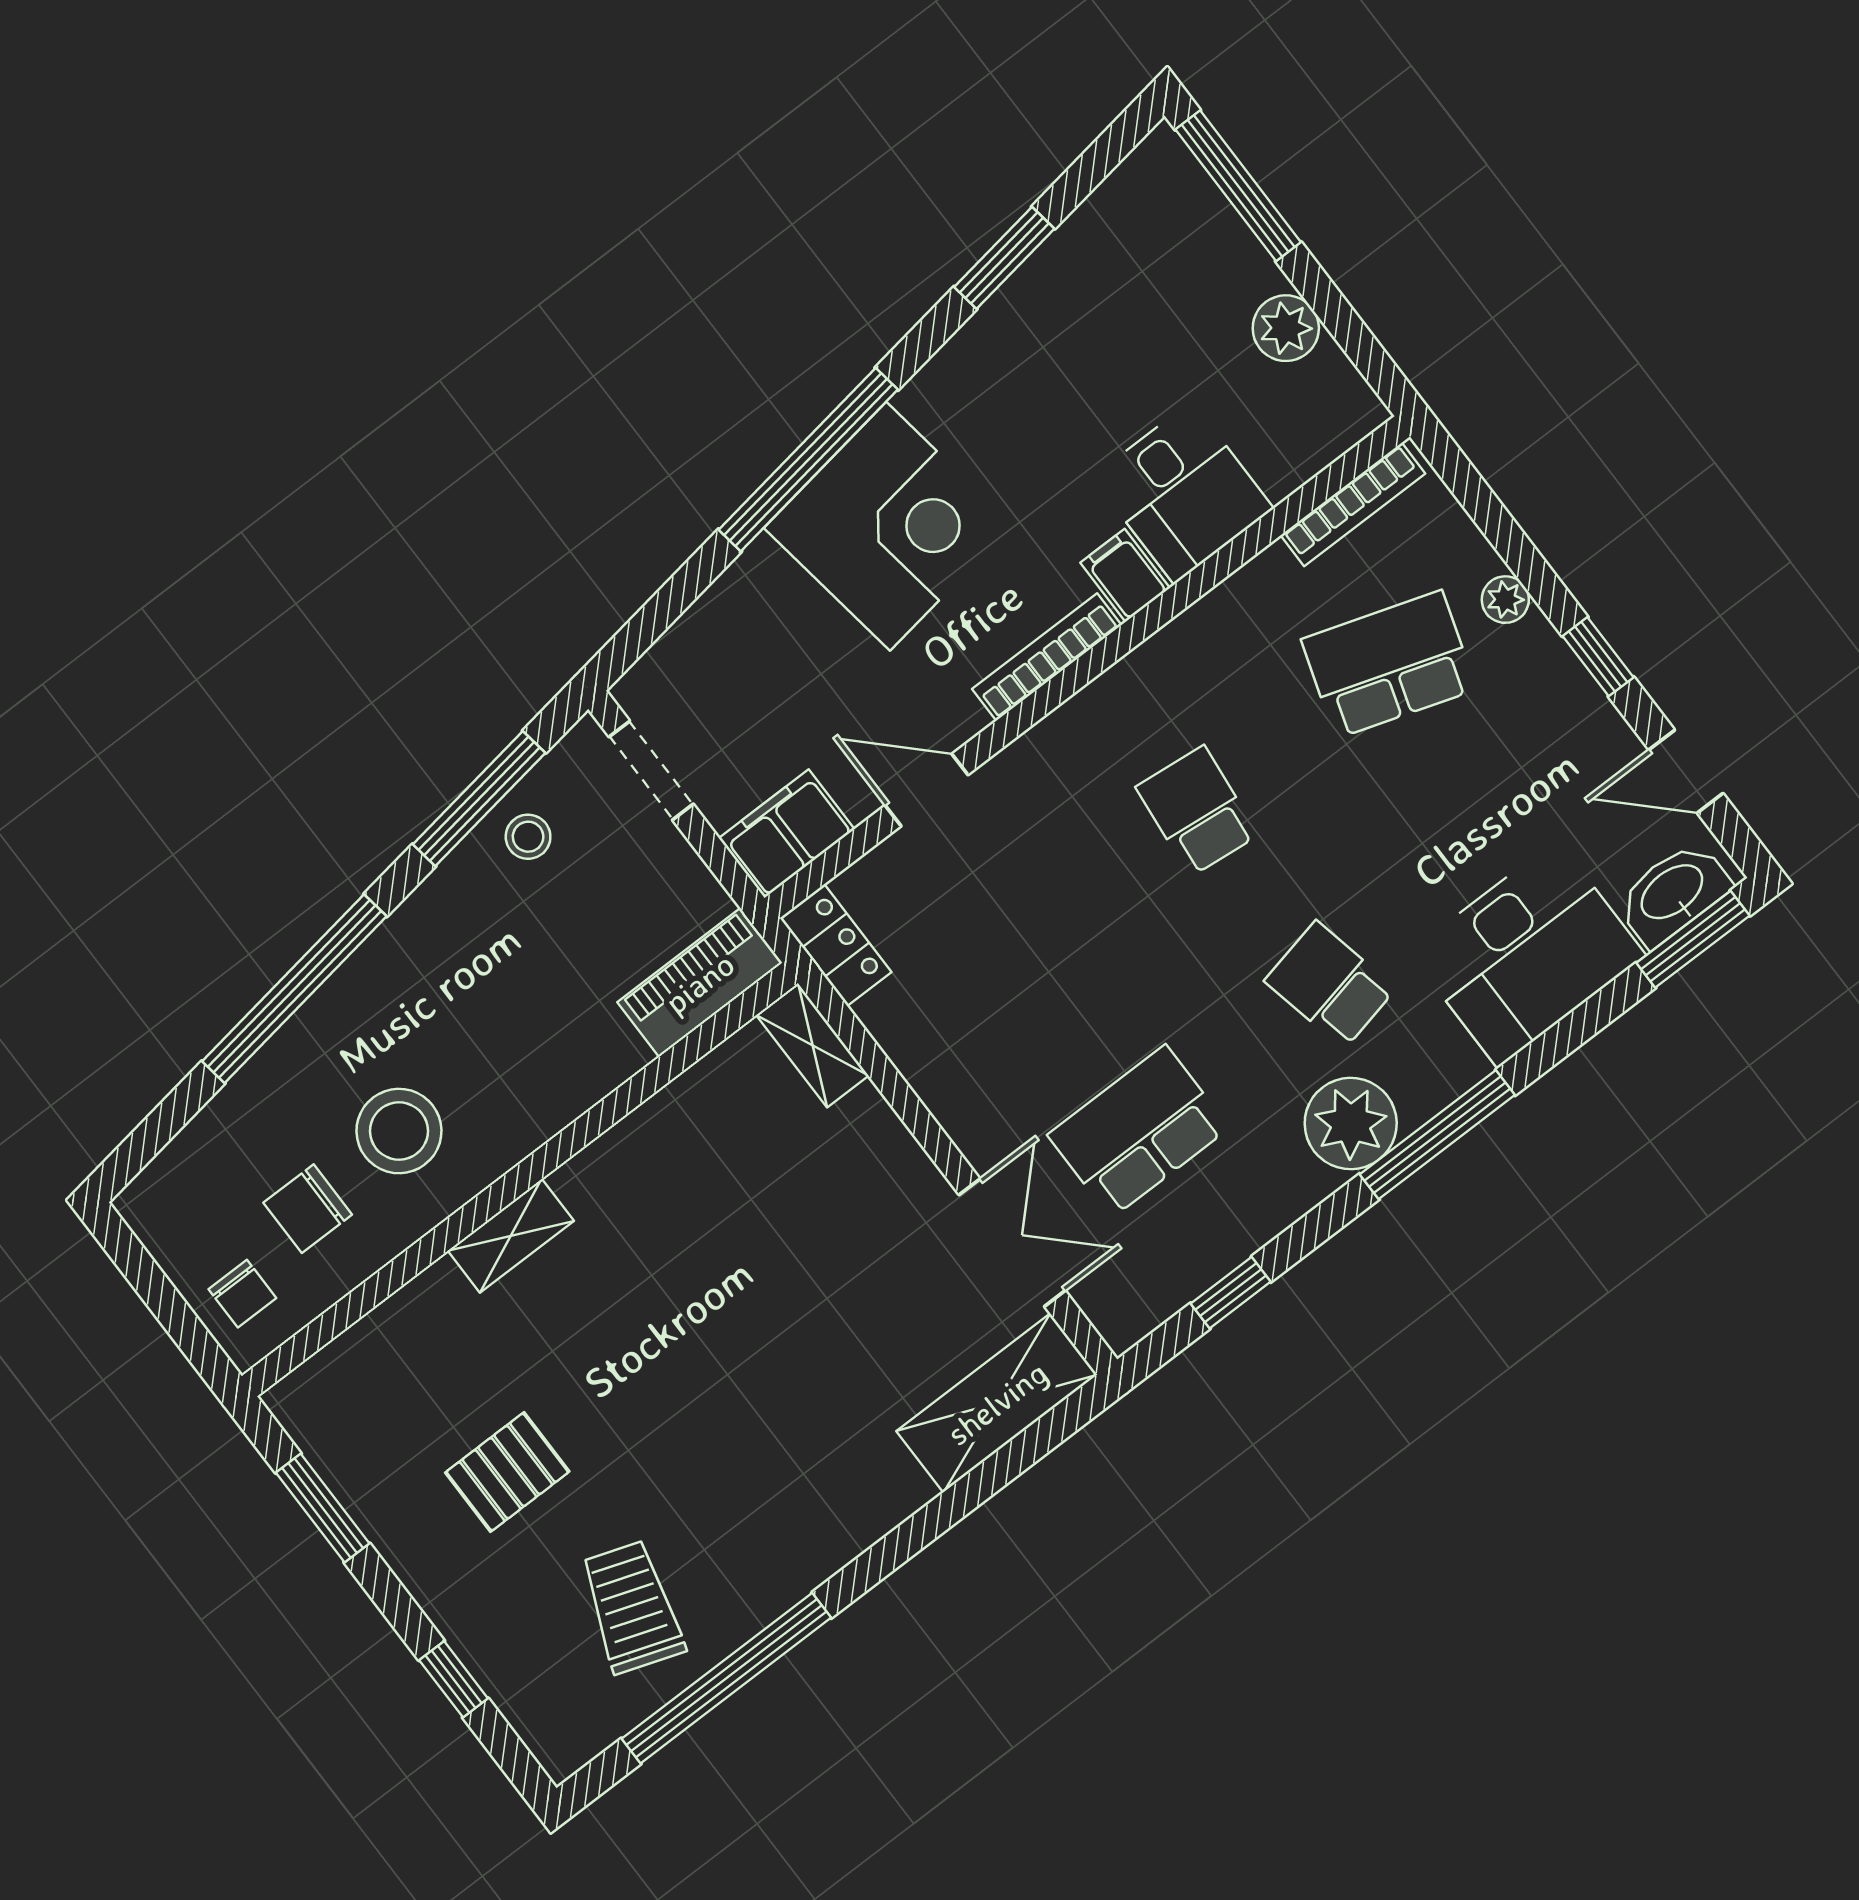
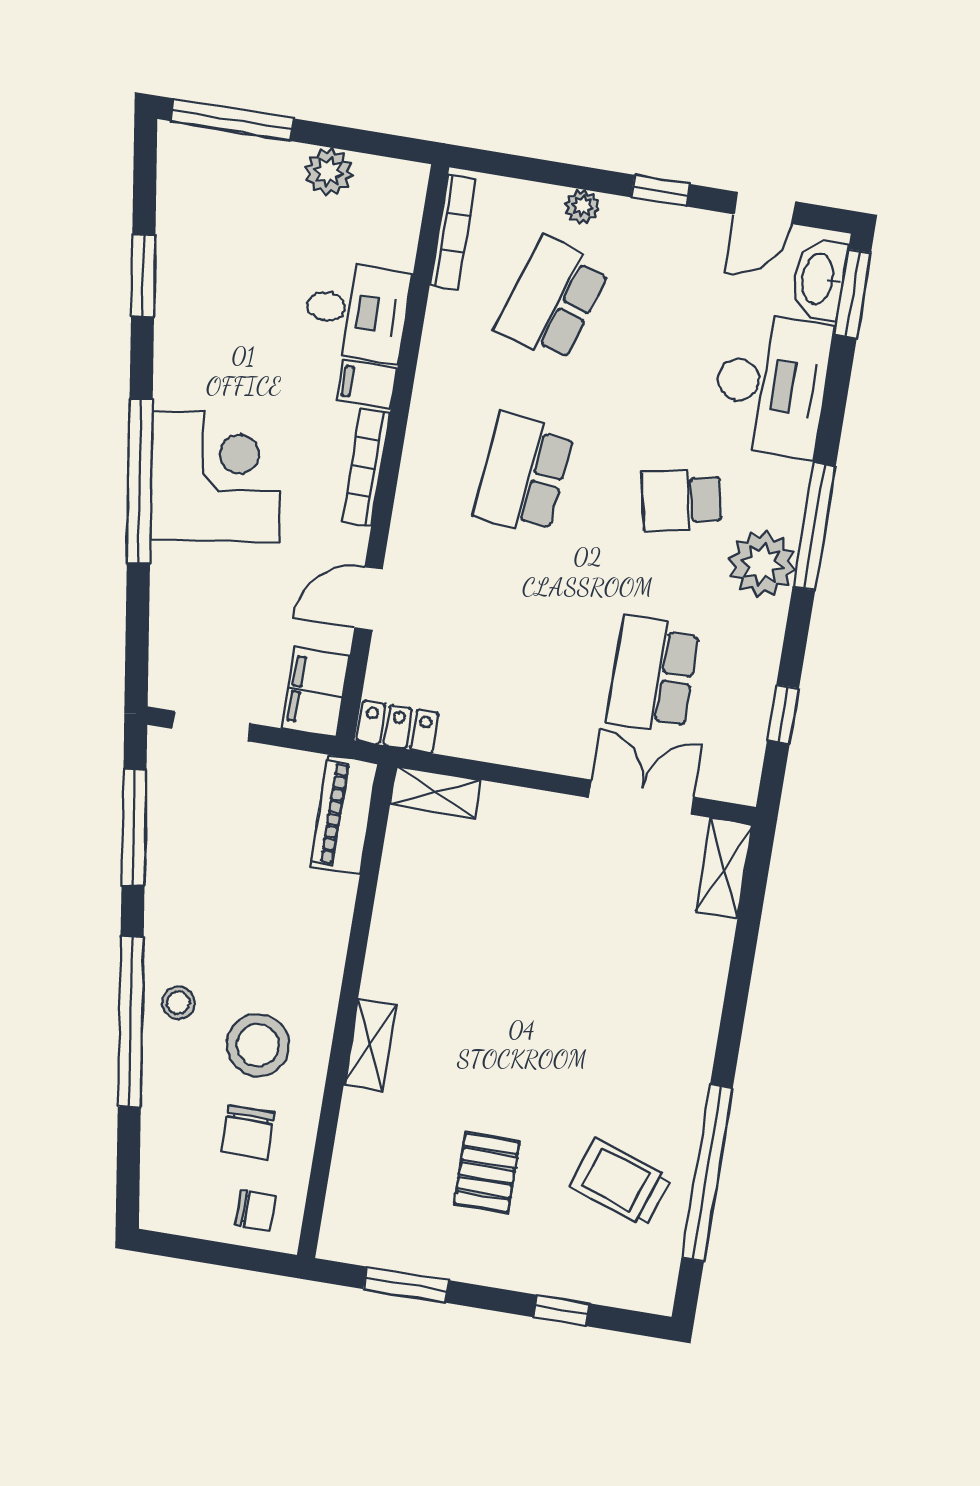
school desk: (1197, 811) -> (524, 474), width x1.85
stool: (528, 837) -> (178, 1003), moved
shelving: (997, 1403) -> (724, 868), width x0.67, depth x0.75

